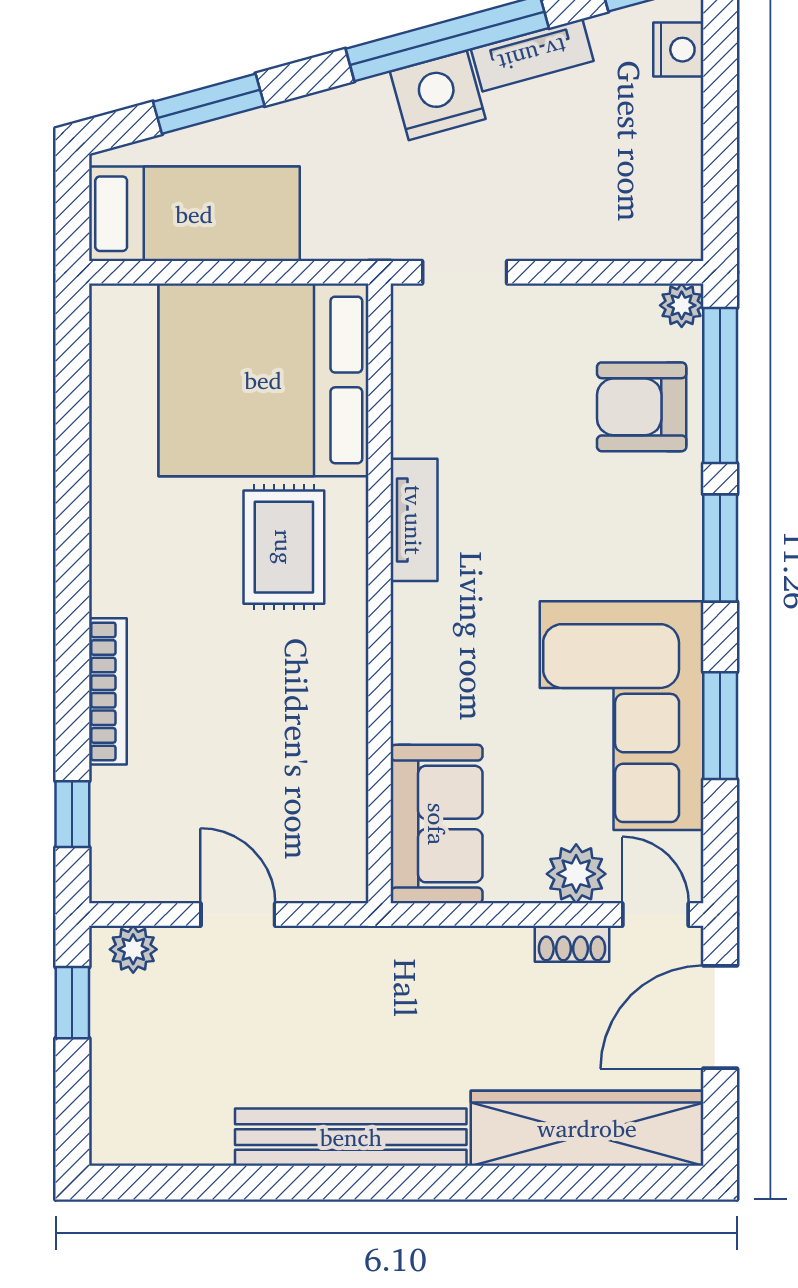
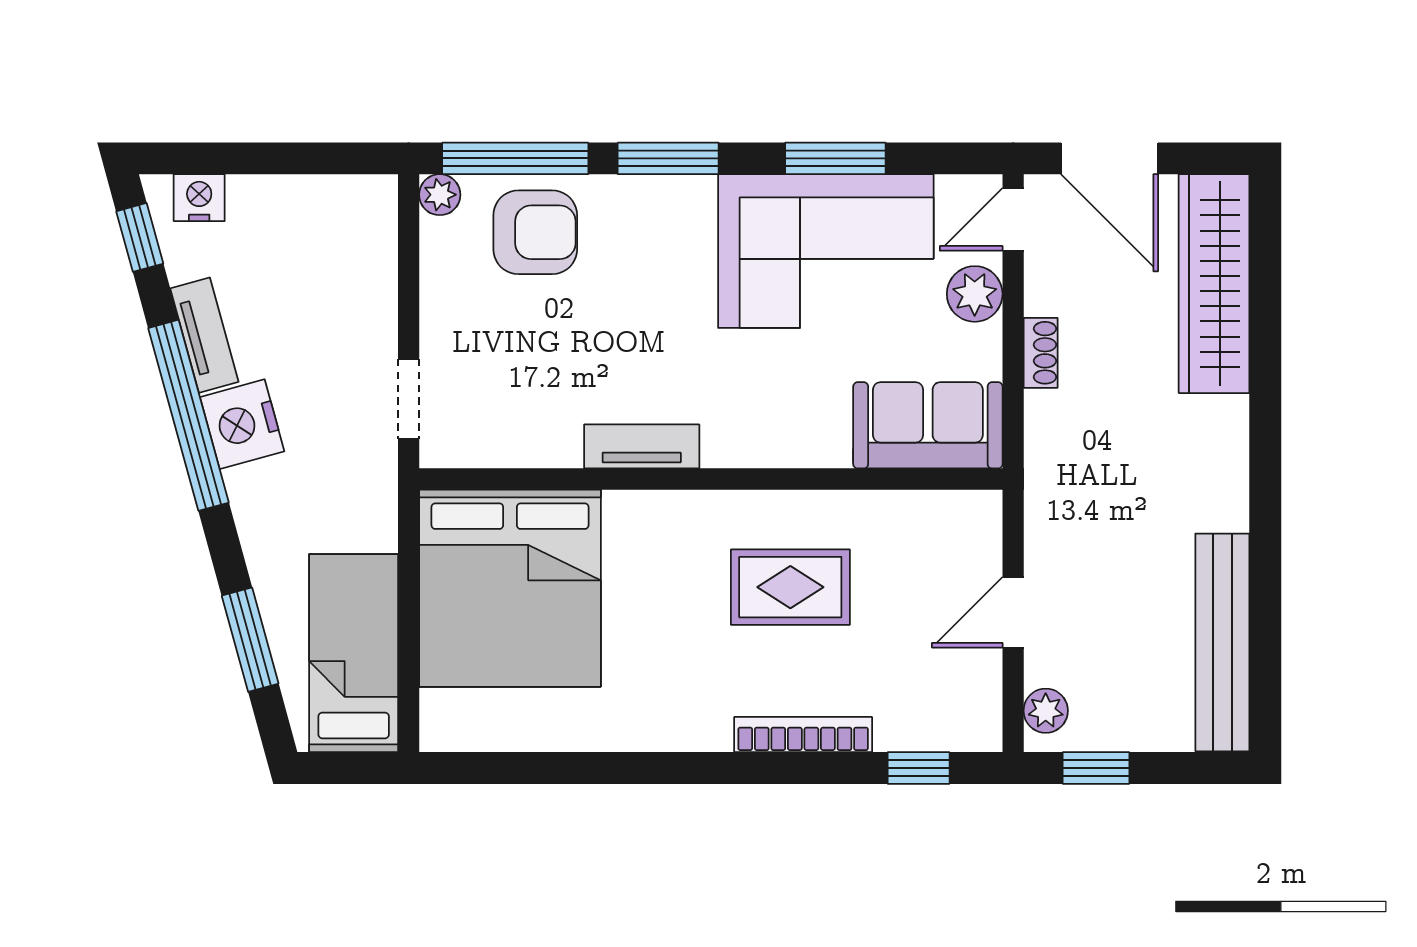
armchair: (642, 407) -> (535, 232), turned -90
rug: (284, 547) -> (790, 587), moved
shoe rack: (572, 944) -> (1041, 353), moved
bench: (351, 1137) -> (1222, 642), moved

